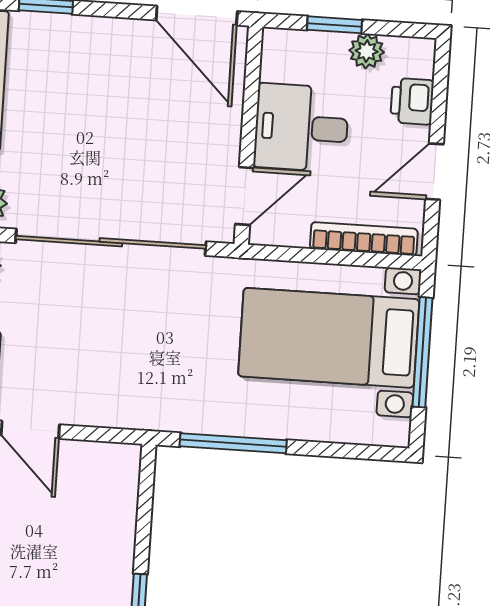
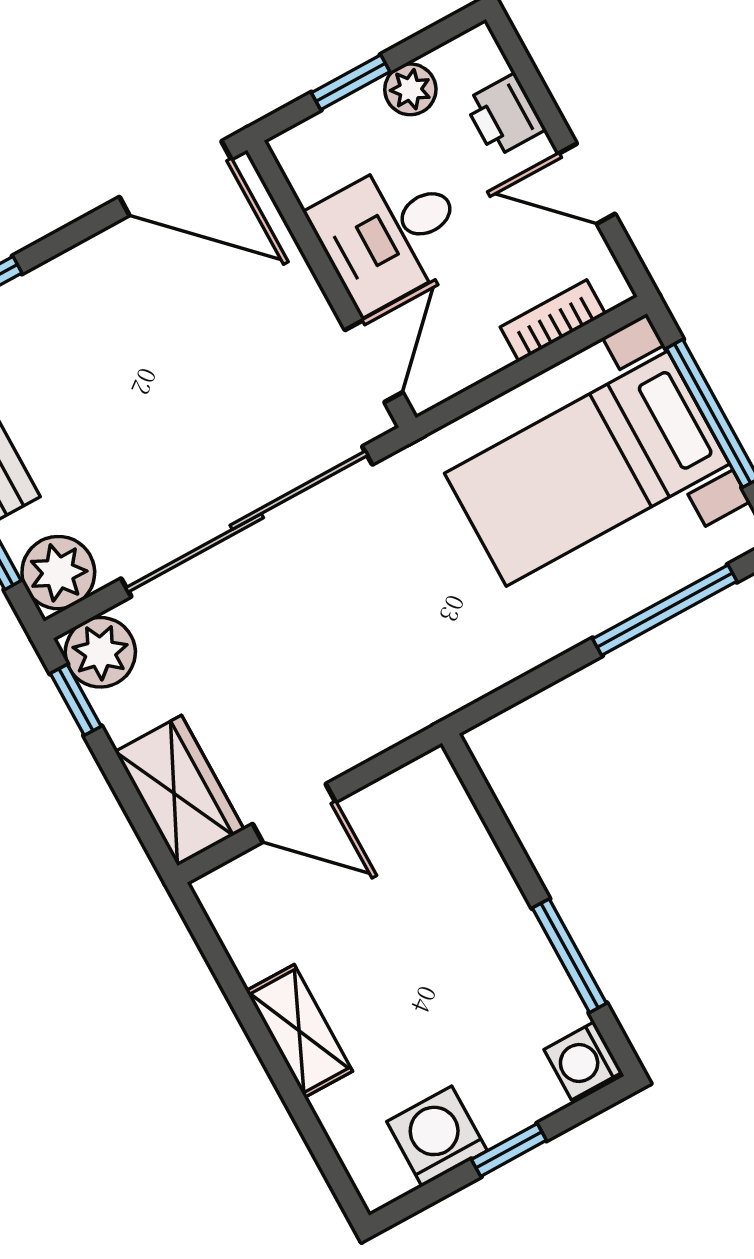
door: (434, 172) -> (587, 184), hinge flipped
bookcase: (364, 239) -> (553, 321), width x0.64
window: (233, 443) -> (665, 610), moved

